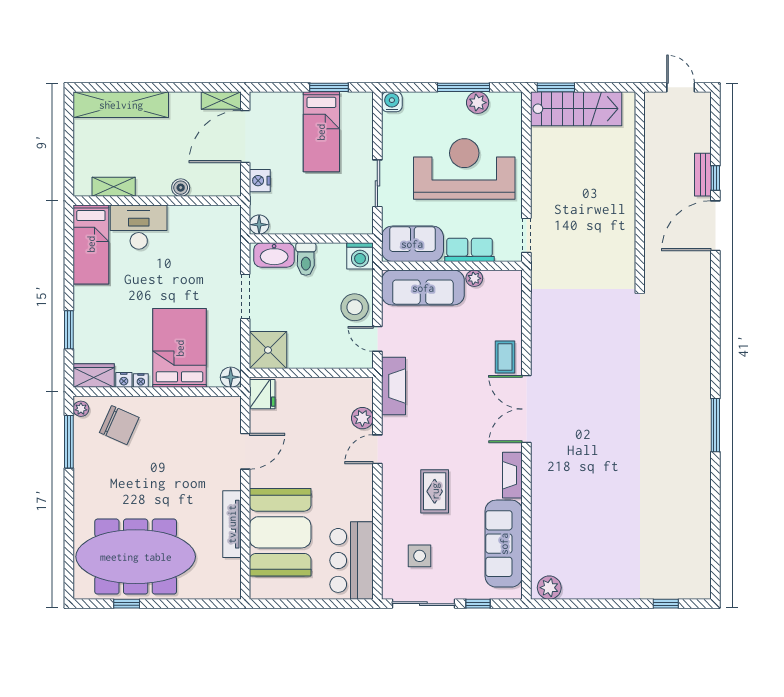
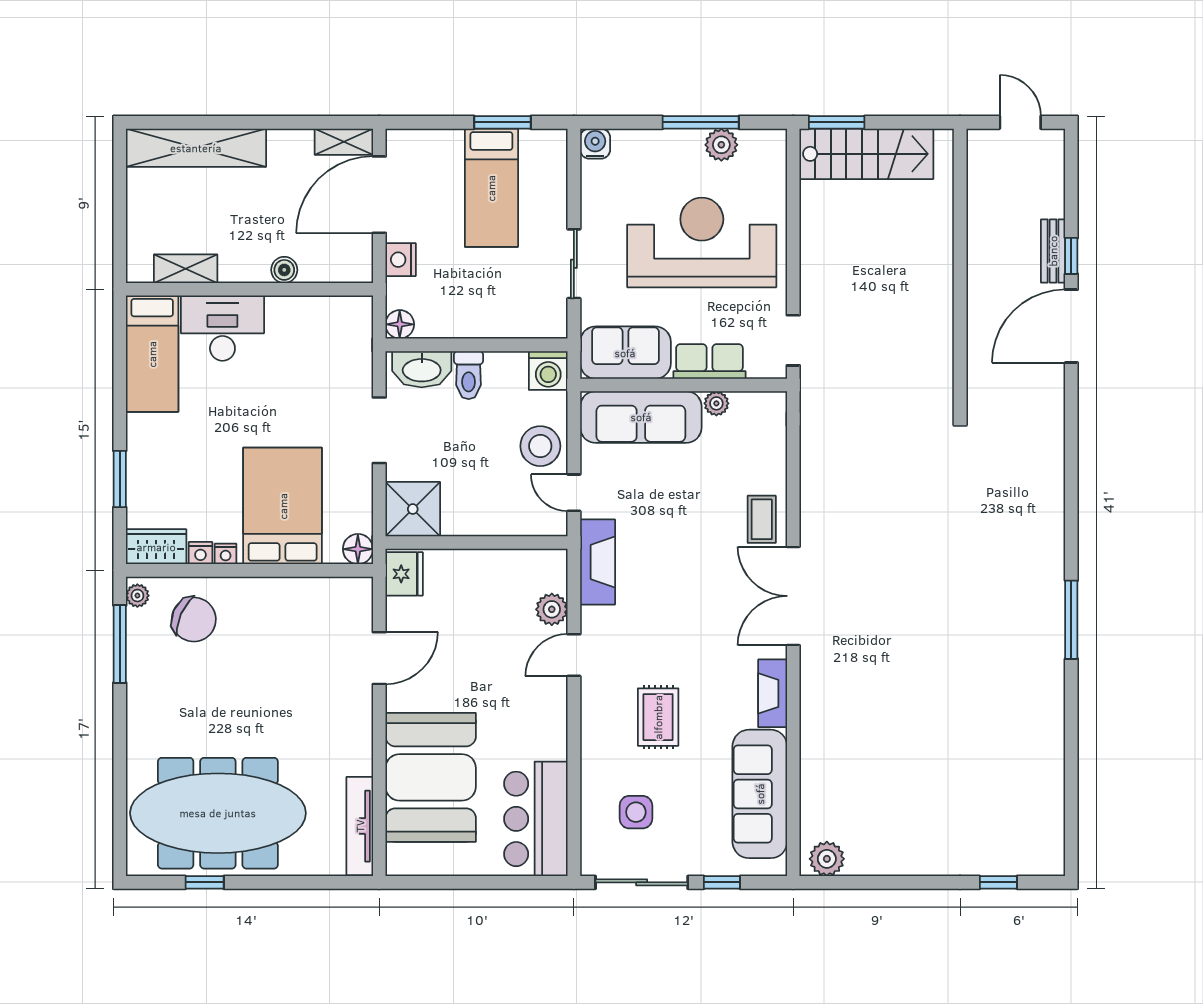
tv unit: (232, 524) -> (360, 826), moved

